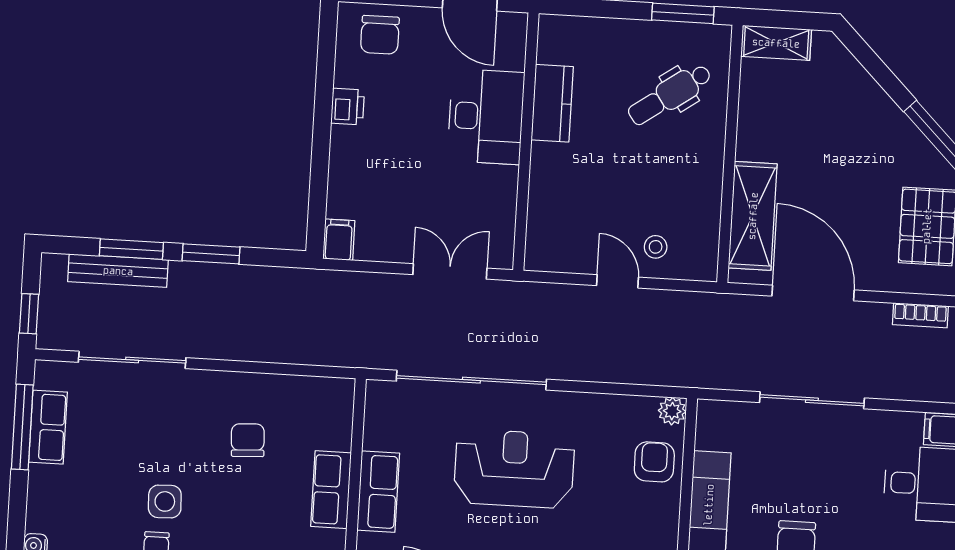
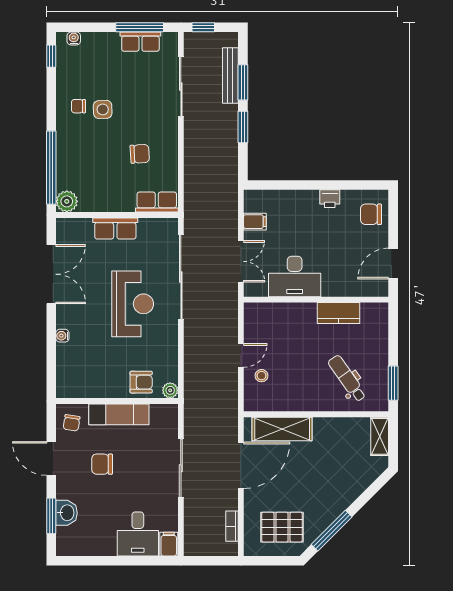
desk: (486, 117) -> (295, 276), moved
filing cabinet: (339, 240) -> (255, 222), moved
row of seats: (331, 490) -> (157, 202), moved

